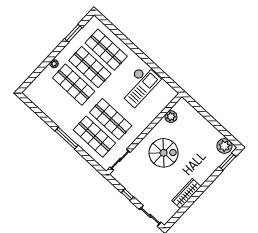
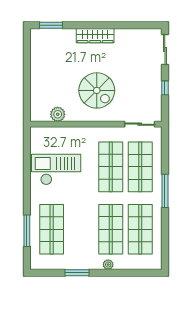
window: (73, 33) -> (77, 273), moved
window: (119, 34) -> (27, 231), added
shop shelf: (90, 67) -> (140, 229), moved
plant: (224, 146) -> (39, 41), removed
spiral stairs: (164, 153) -> (97, 90), turned 180
wardrobe: (186, 194) -> (95, 36), moved

